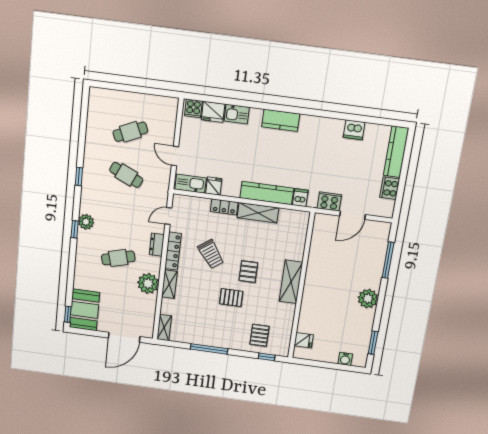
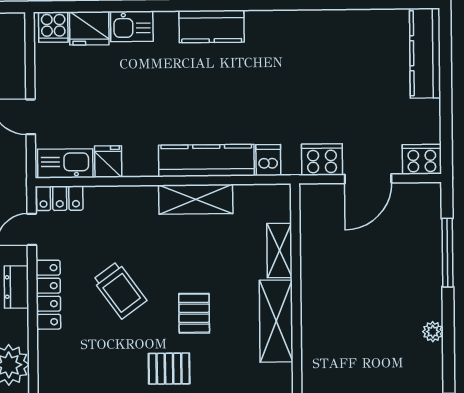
dishwasher: (354, 130) -> (344, 25), removed
cooker: (390, 188) -> (422, 159), moved, turned 90
locker: (224, 207) -> (60, 198), moved
shelving: (169, 284) -> (279, 251), moved
plant: (368, 299) -> (433, 332), width x0.53, depth x0.53

